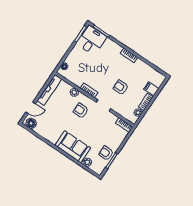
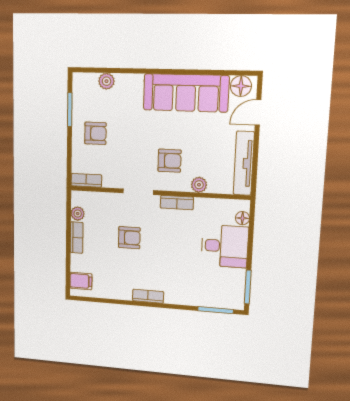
desk: (92, 40) -> (225, 246), moved, turned -90
filing cabinet: (151, 89) -> (81, 281), moved
sofa: (73, 147) -> (186, 93), moved, width x1.36
armchair: (106, 153) -> (95, 133), moved

